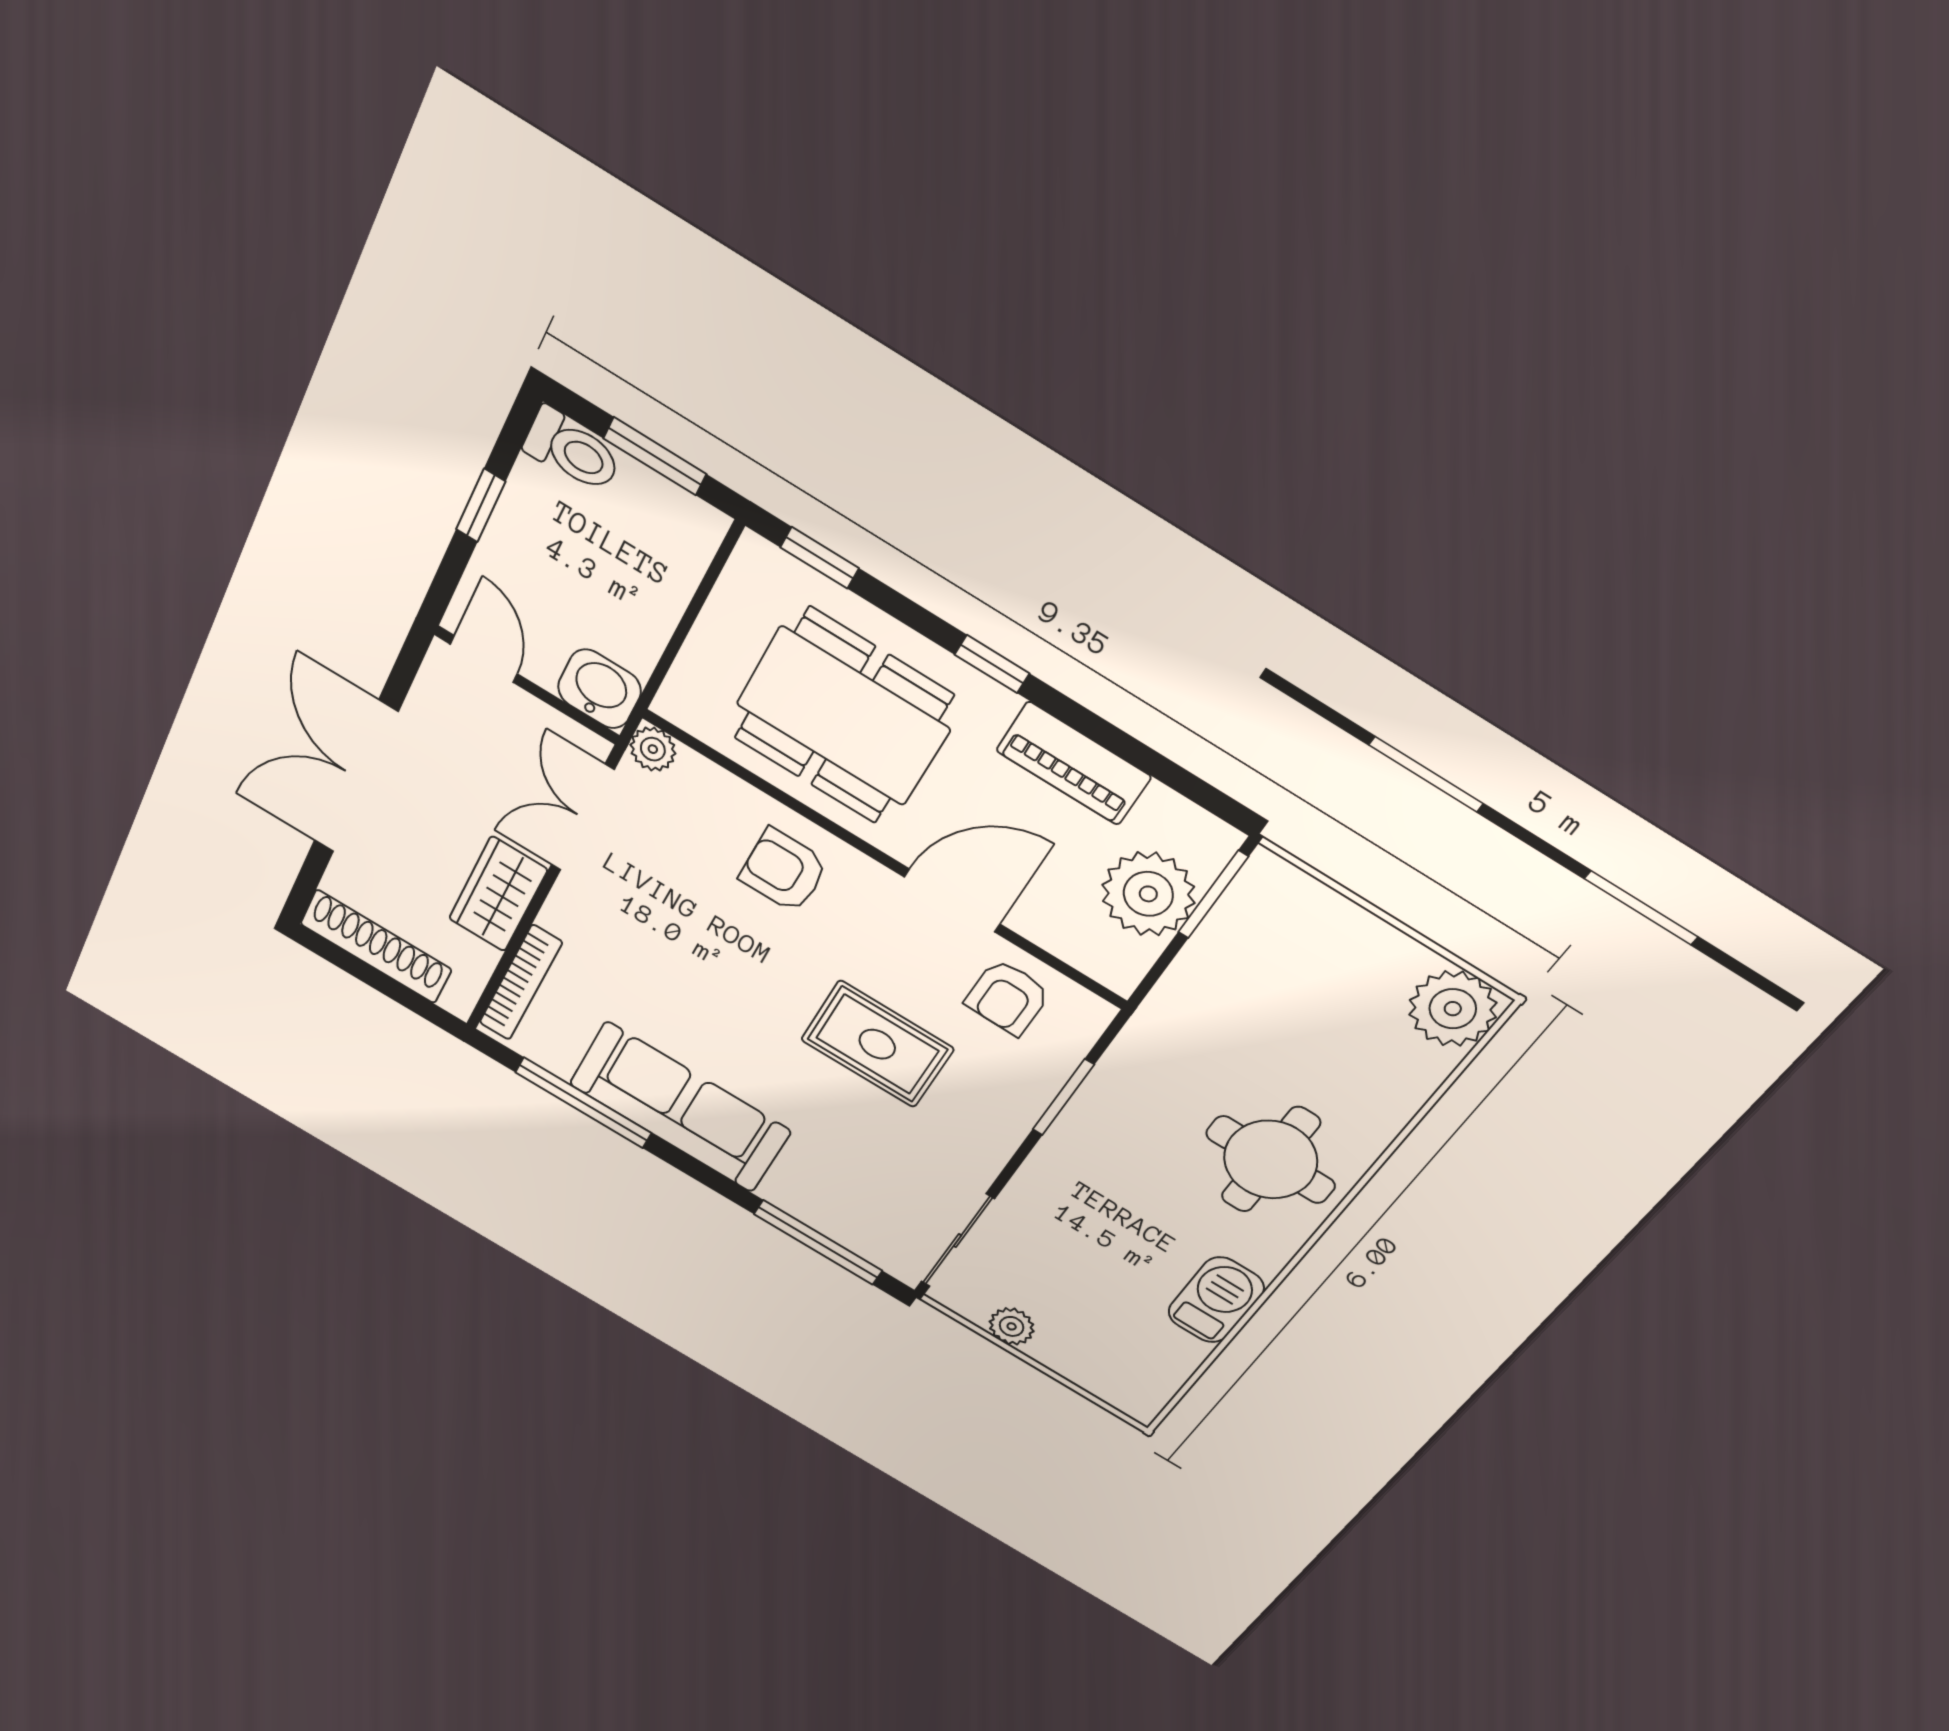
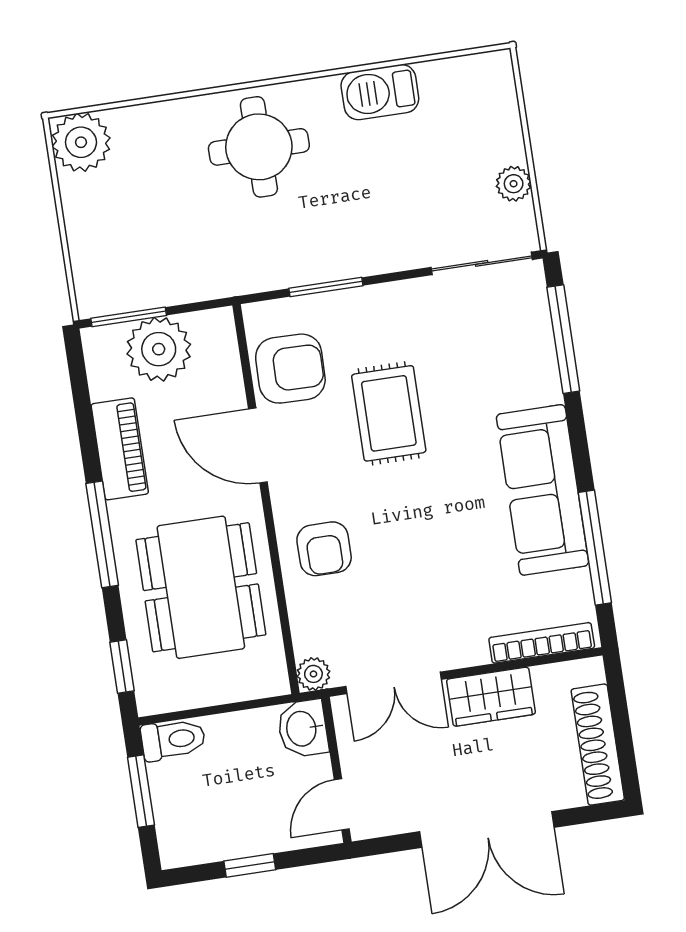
toilet: (572, 450) -> (173, 740), moved, turned 90
window: (992, 664) -> (102, 534), width x2.17
armchair: (1007, 997) -> (290, 369), width x1.38, depth x1.38

